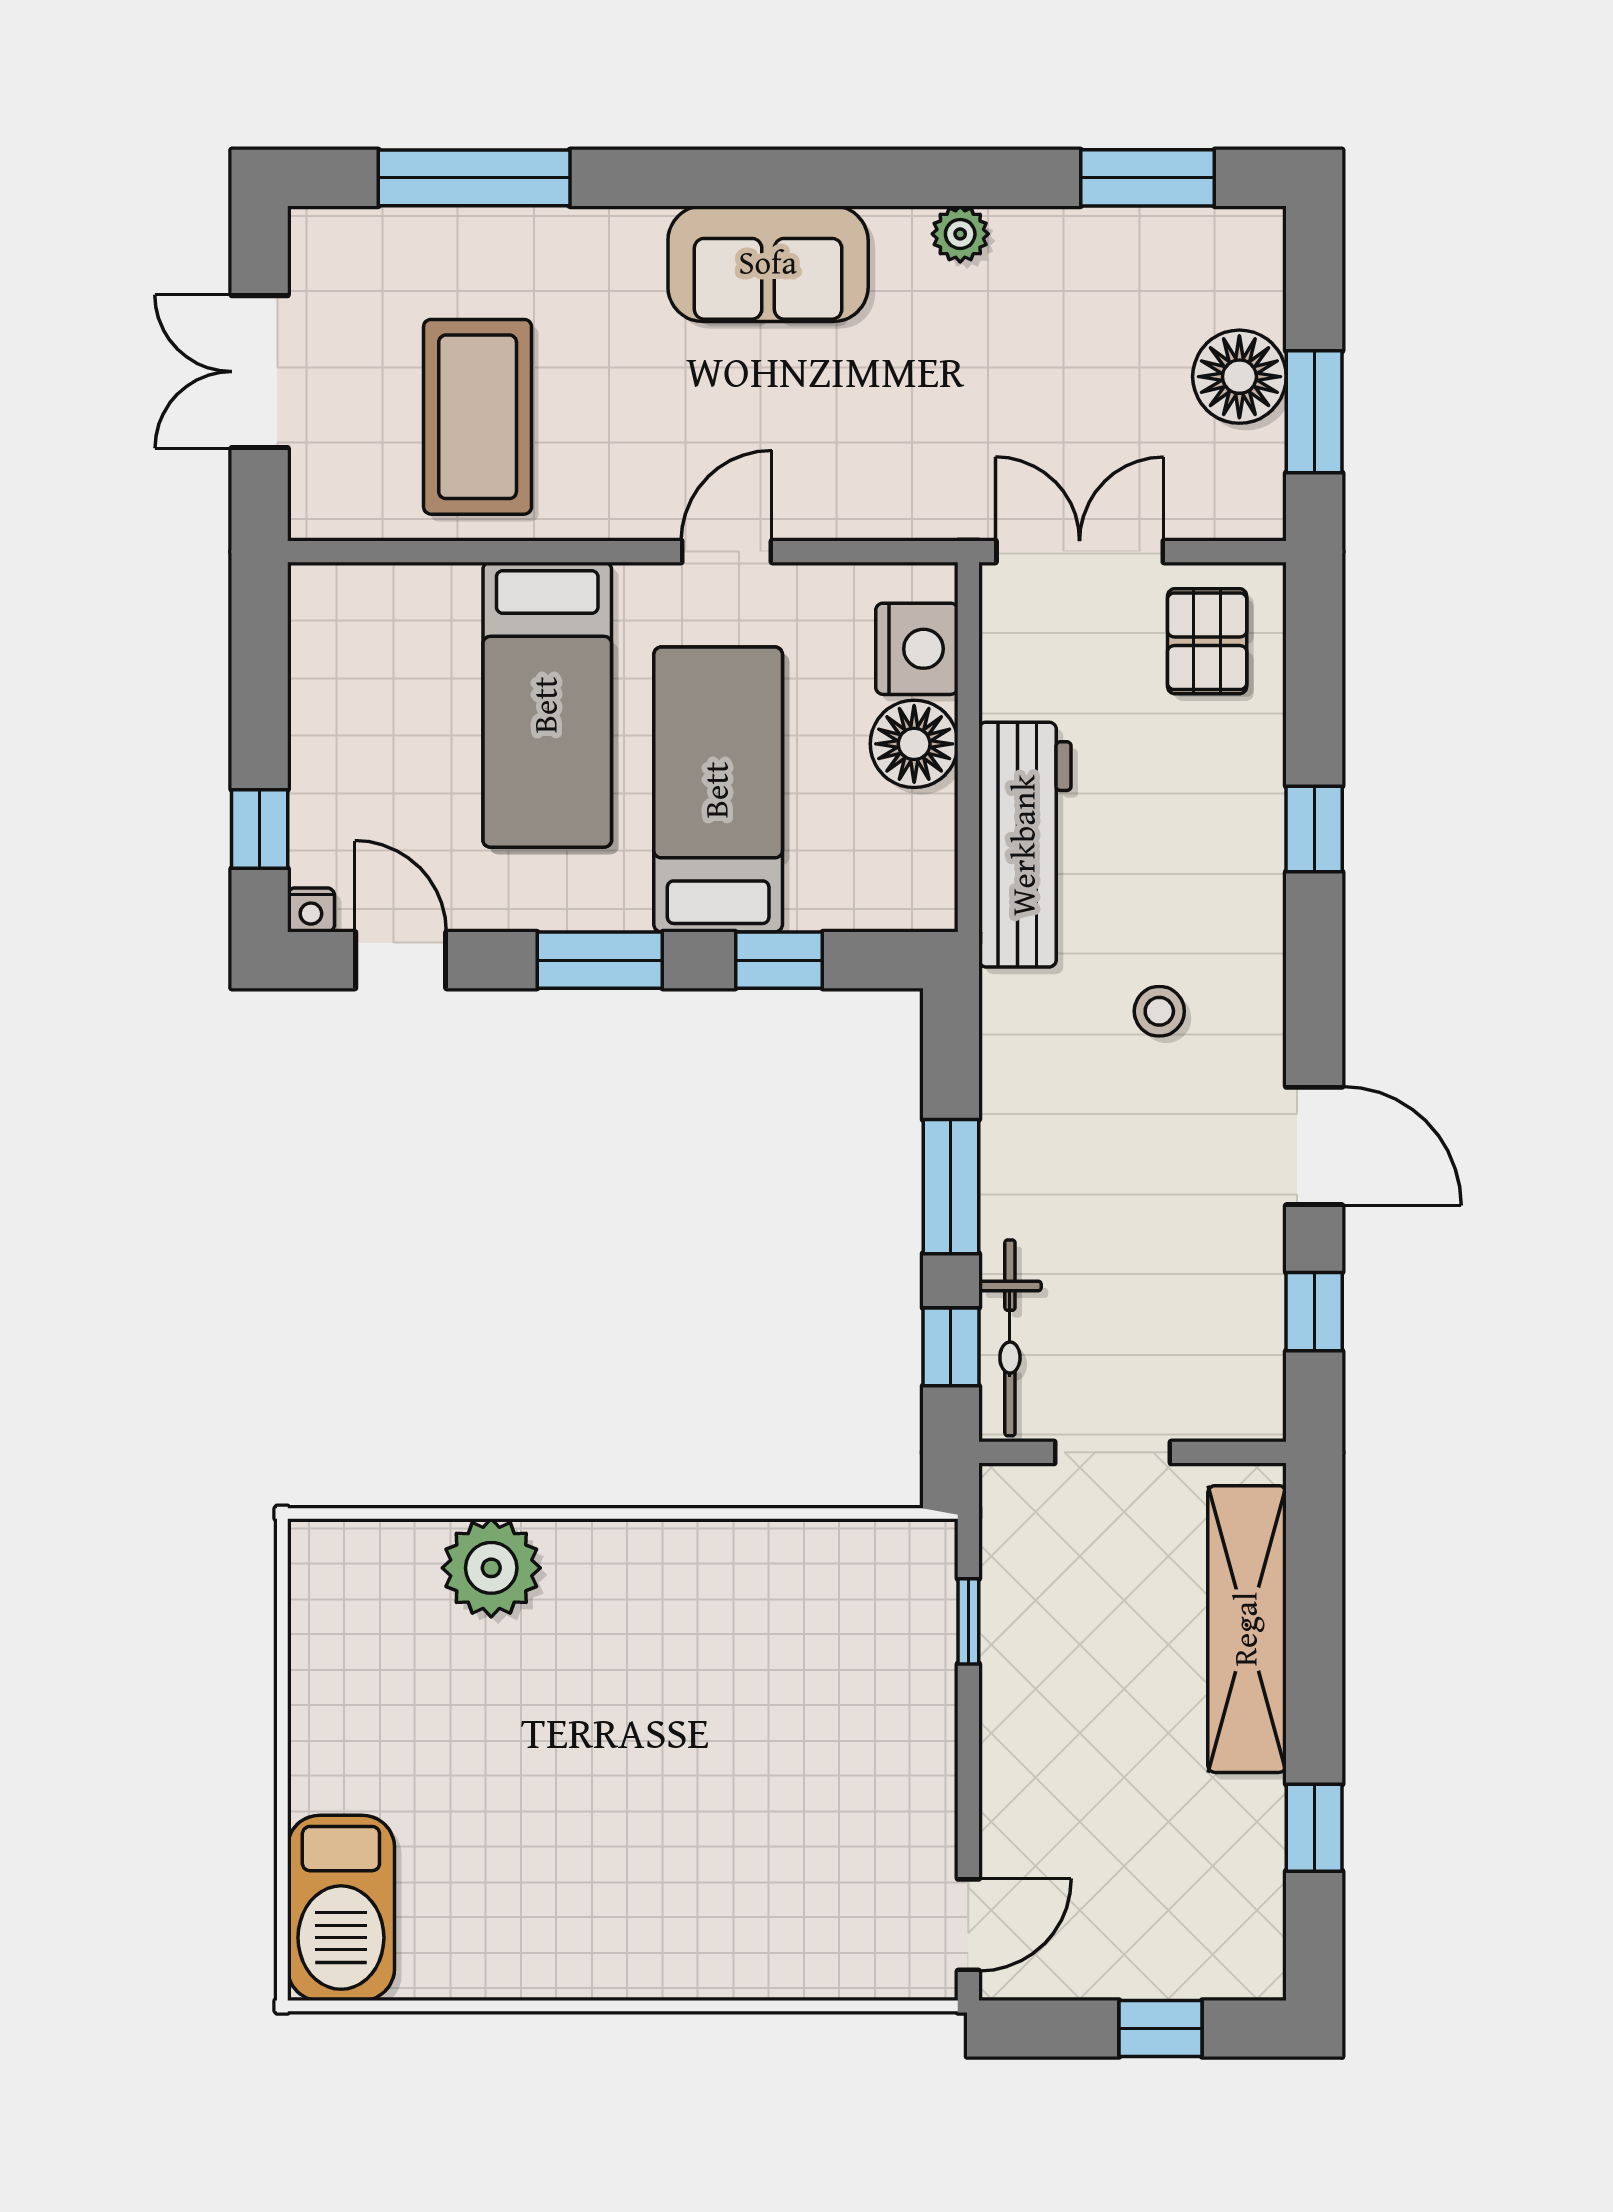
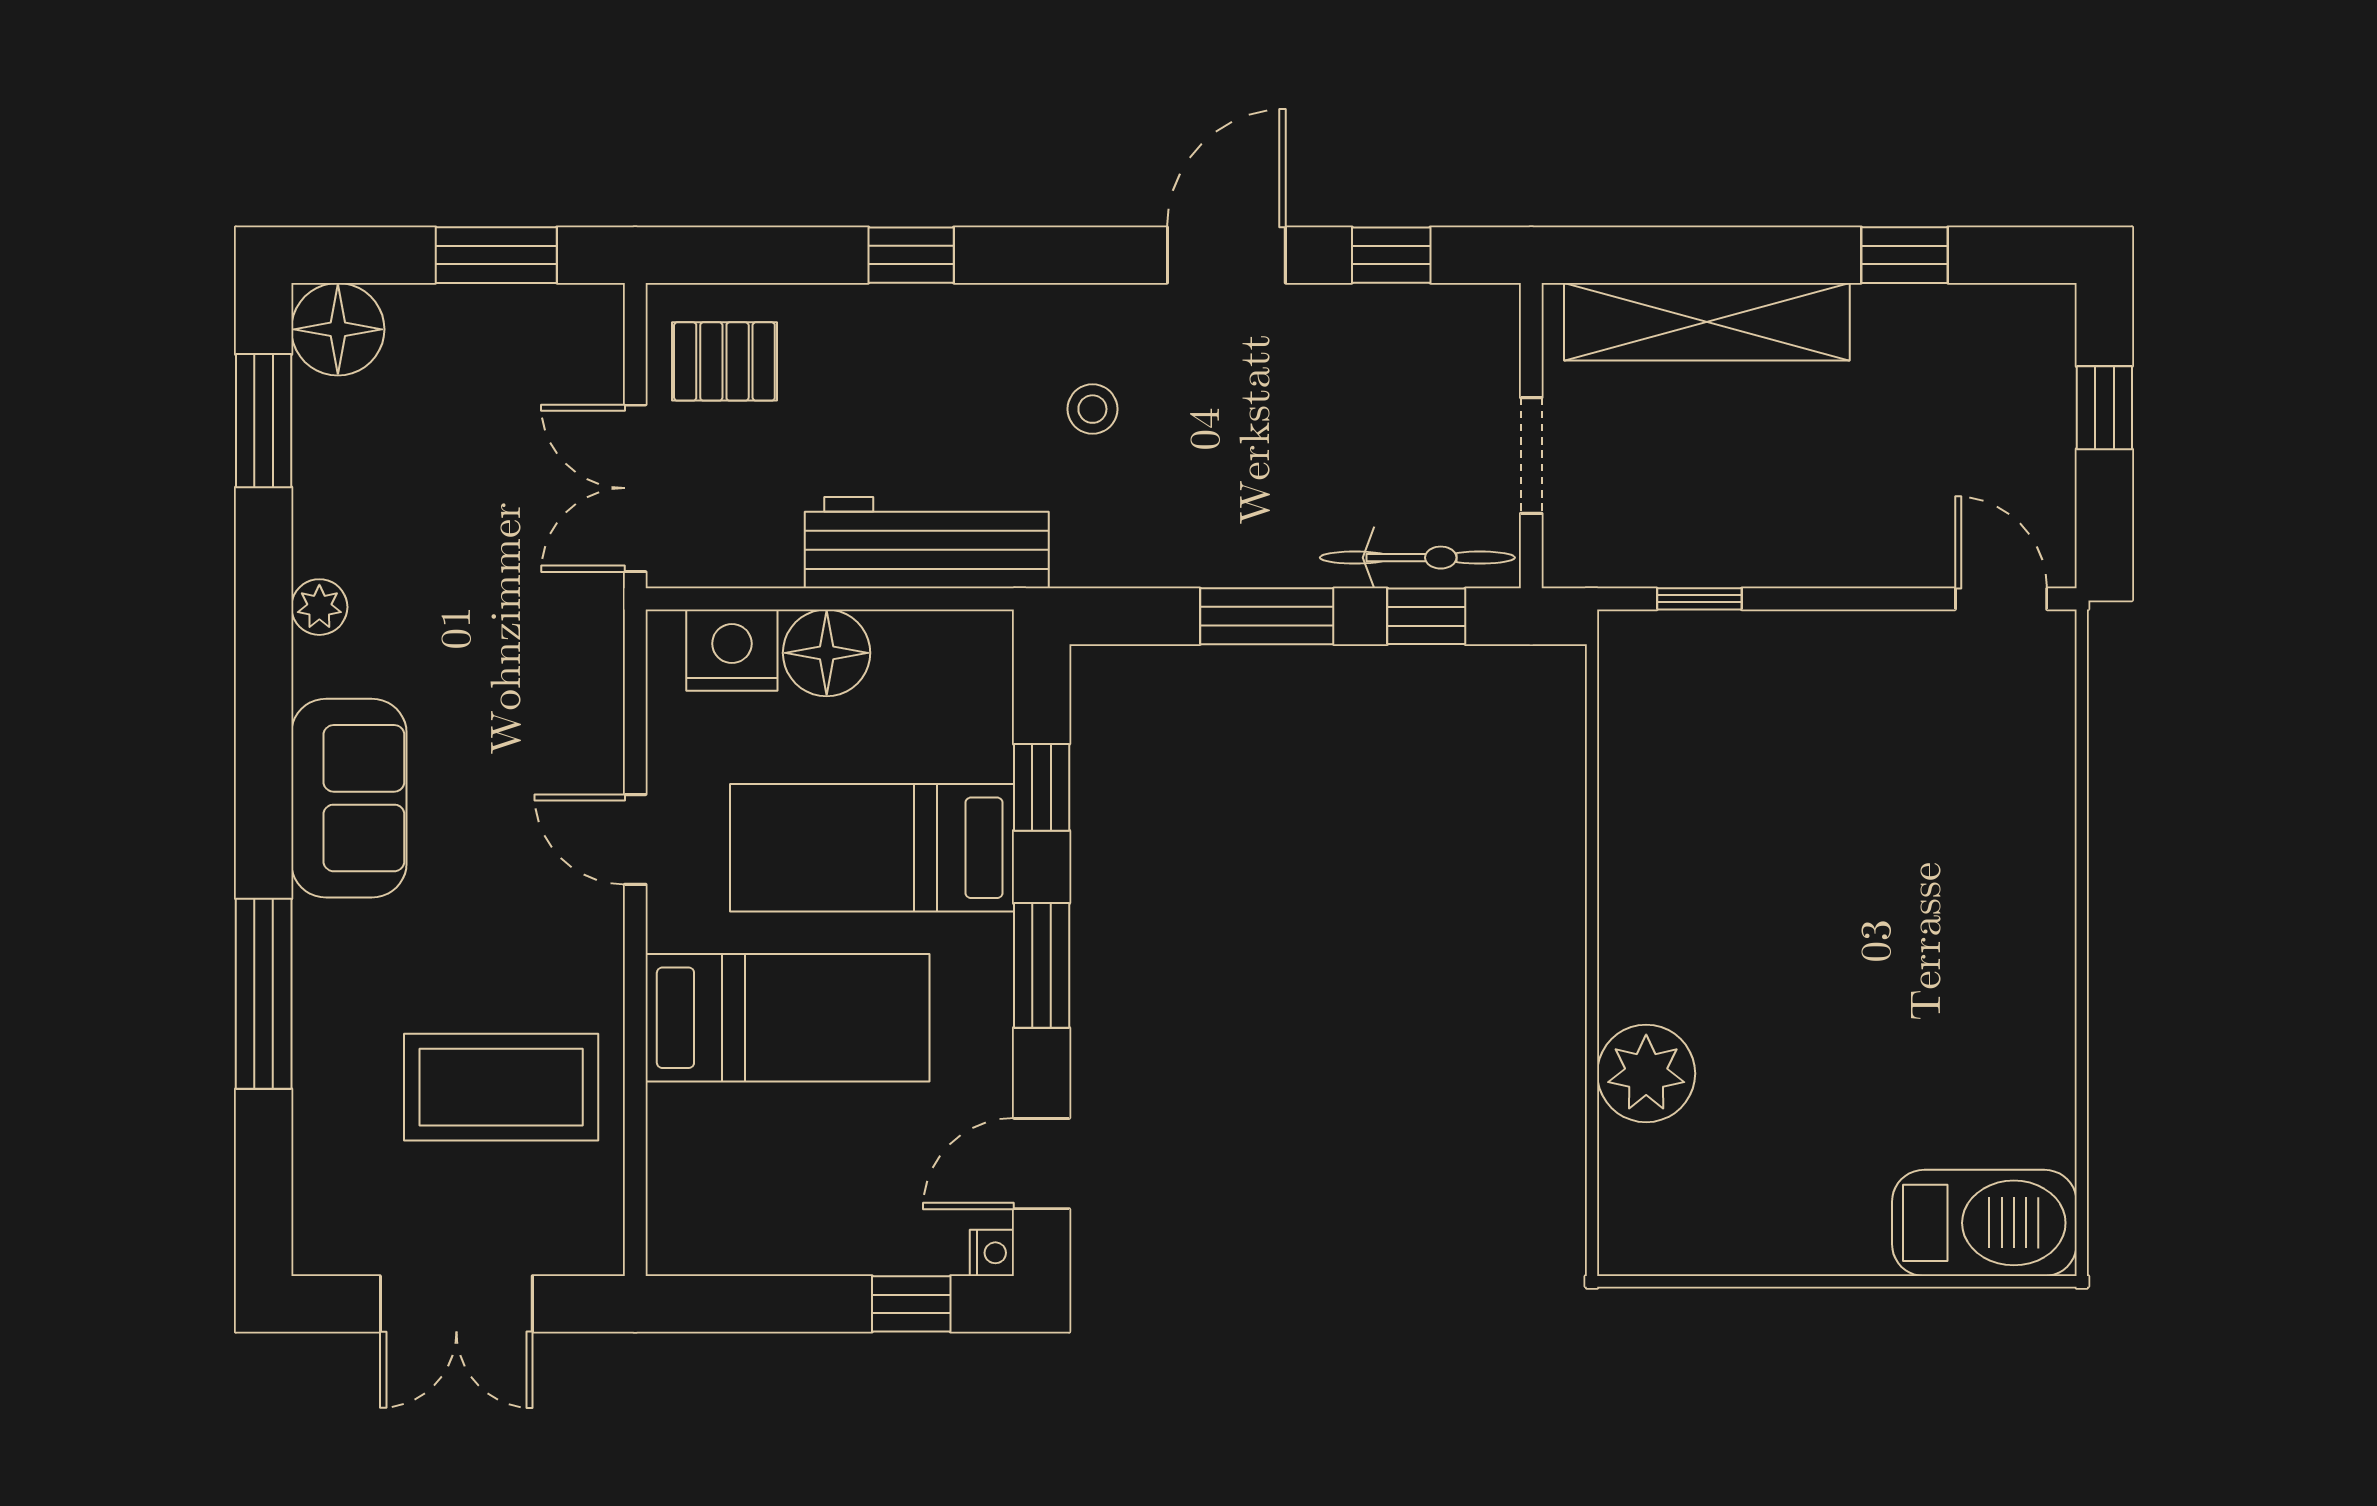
window: (474, 178) -> (264, 994), moved
floor lamp: (1239, 377) -> (338, 329), moved

